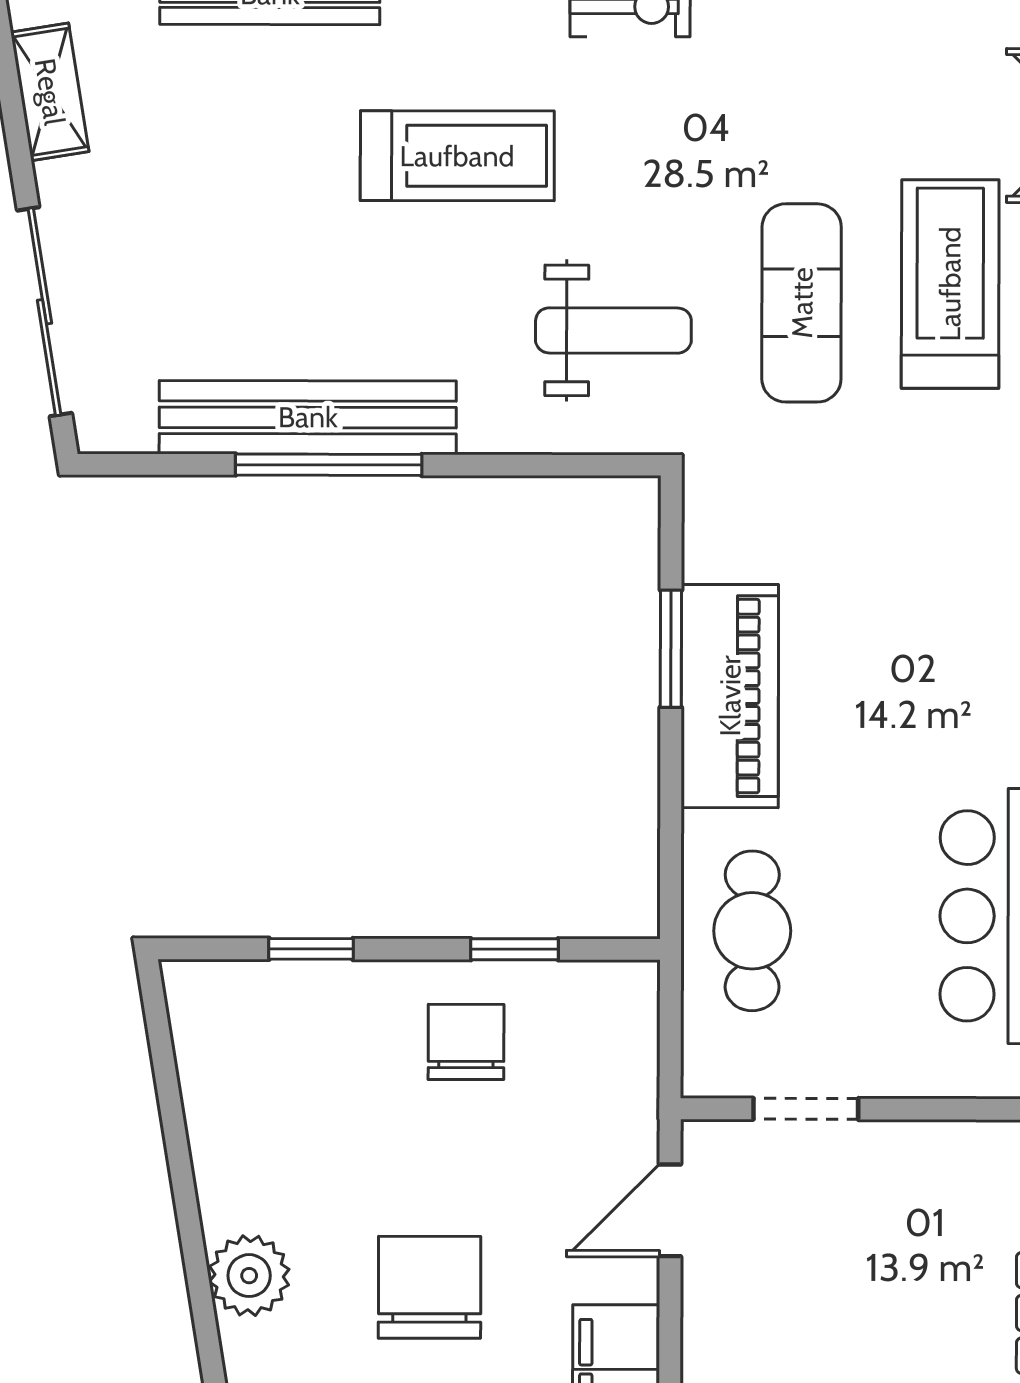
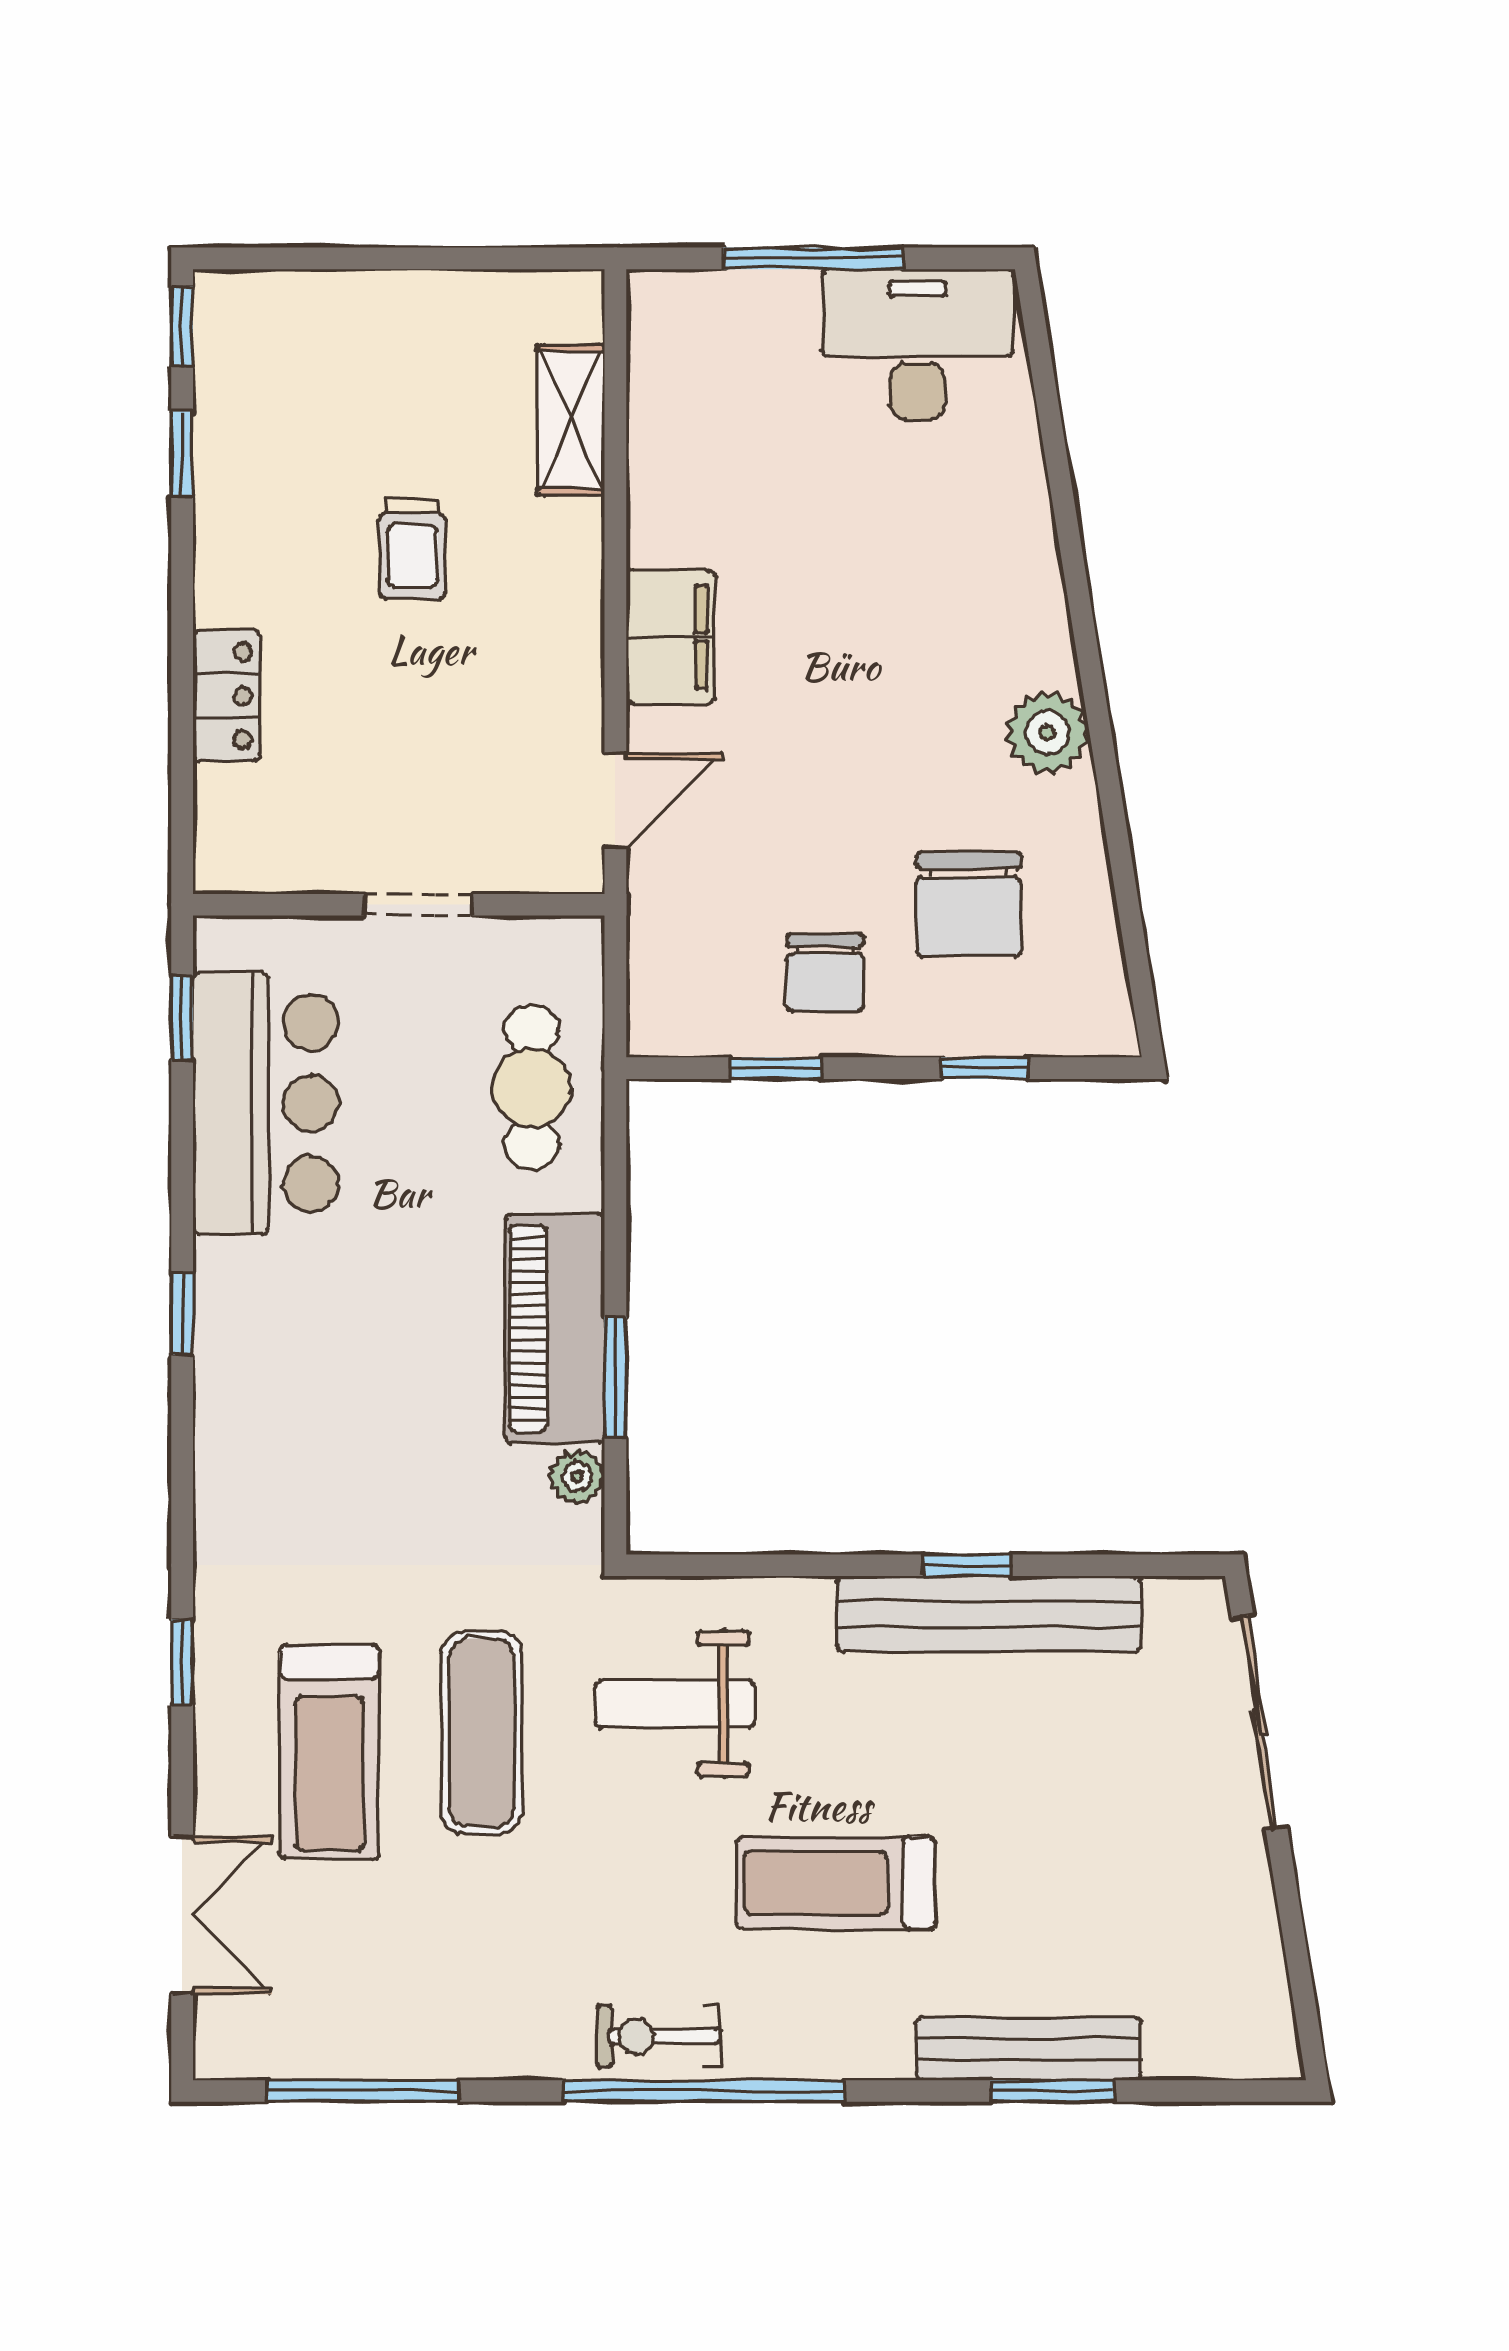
shelving: (50, 92) -> (1254, 1948), removed
window: (329, 465) -> (967, 1565), width x0.46
plant: (708, 552) -> (577, 1477), added
doorway: (806, 1109) -> (418, 905), moved
chair: (430, 1287) -> (969, 904), moved

